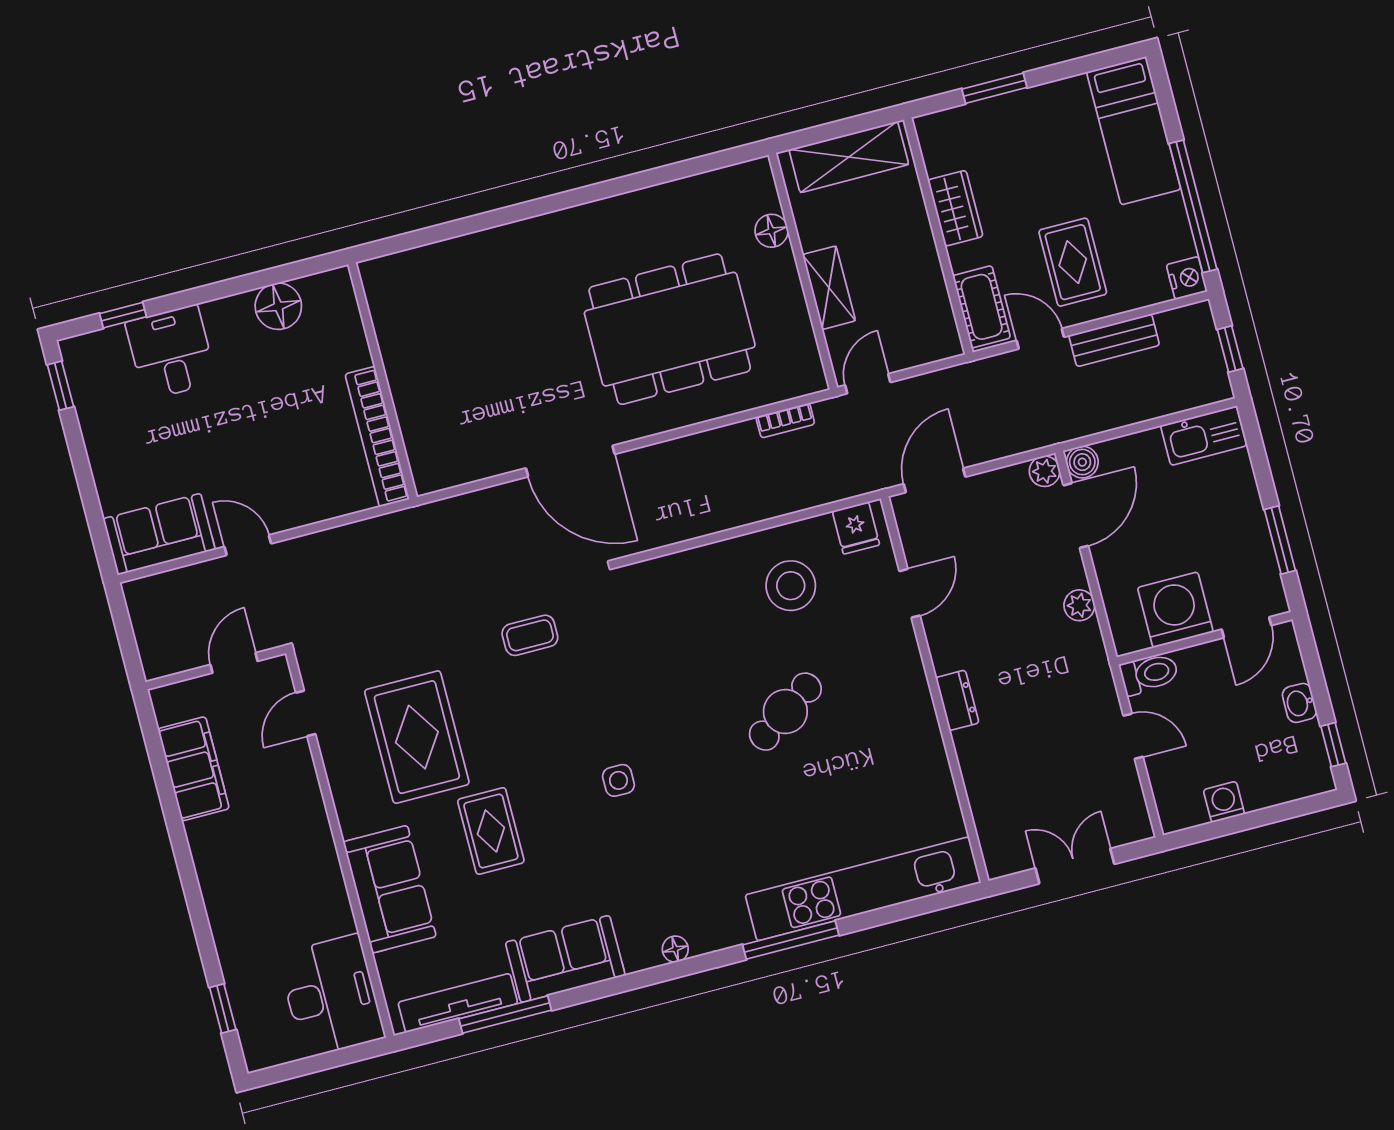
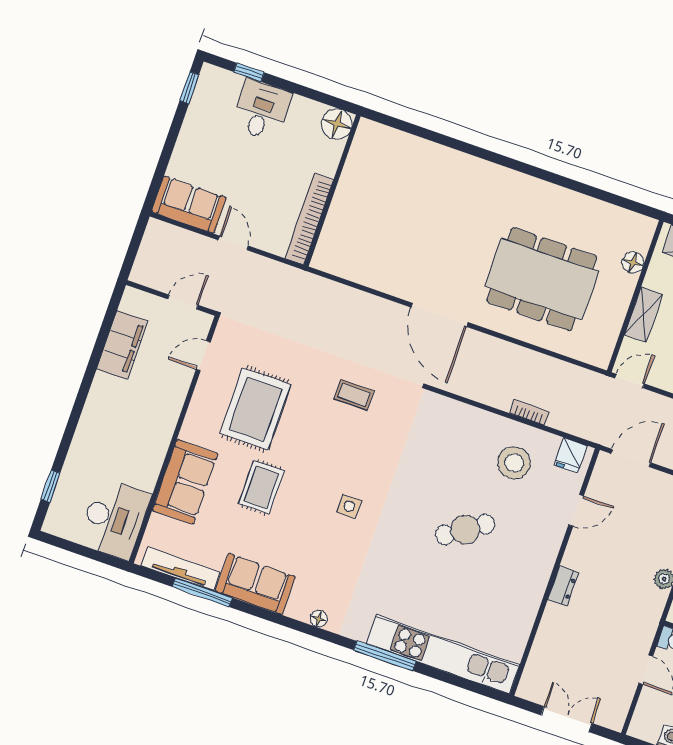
wall: (383, 381) -> (332, 191), moved
bookcase: (785, 420) -> (529, 412), moved, turned 180
bookcase: (377, 437) -> (309, 219), moved

